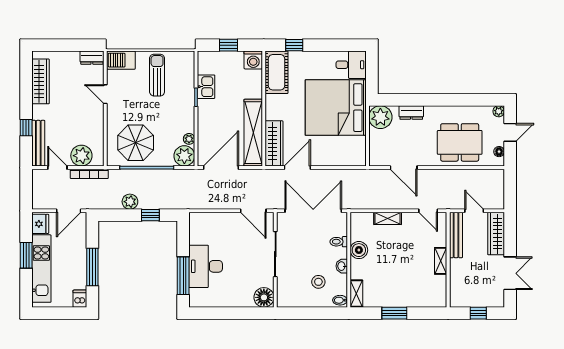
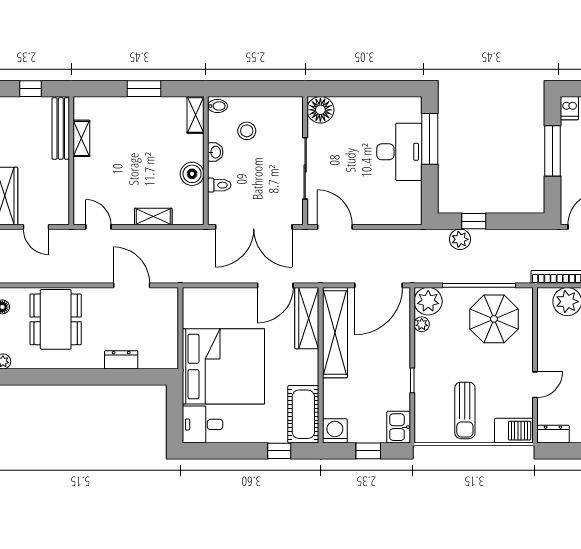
kitchen sink: (206, 87) -> (399, 427), moved
door: (105, 94) -> (535, 385), hinge flipped
plant: (380, 117) -> (163, 354), removed
dining table: (460, 142) -> (56, 319), turned 90
plant: (130, 202) -> (460, 239), moved
bench: (456, 235) -> (61, 128), moved
shelving: (441, 261) -> (81, 138), moved

